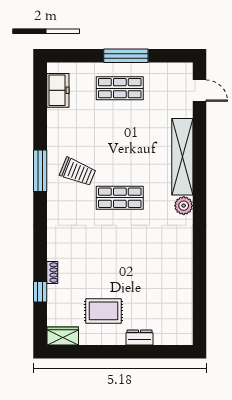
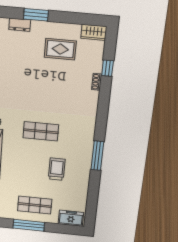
freezer: (58, 90) -> (71, 218), moved, turned 90
trolley: (78, 172) -> (57, 169), moved, turned 68
dresser: (139, 338) -> (20, 25), moved
window: (138, 352) -> (36, 15), added

